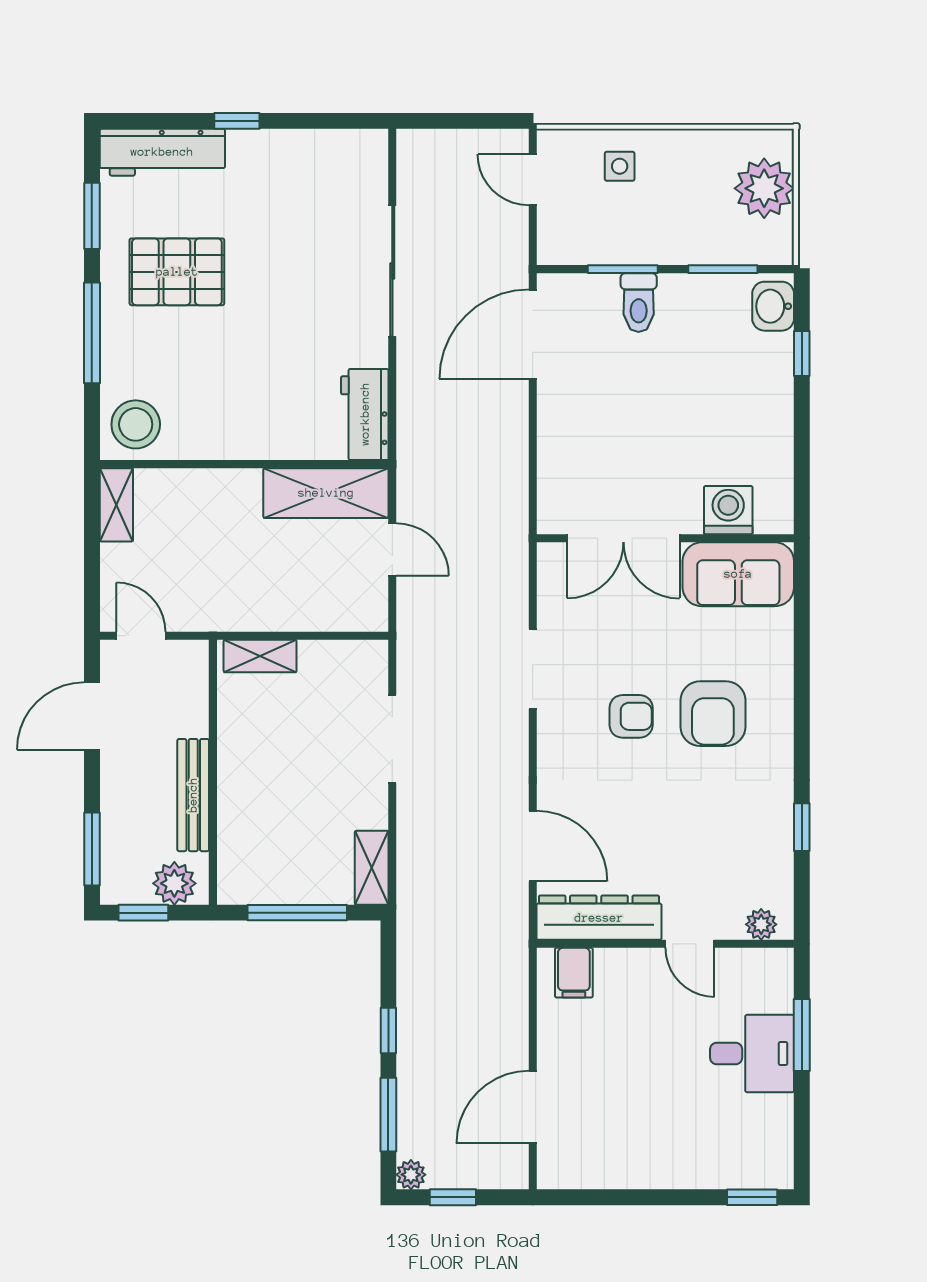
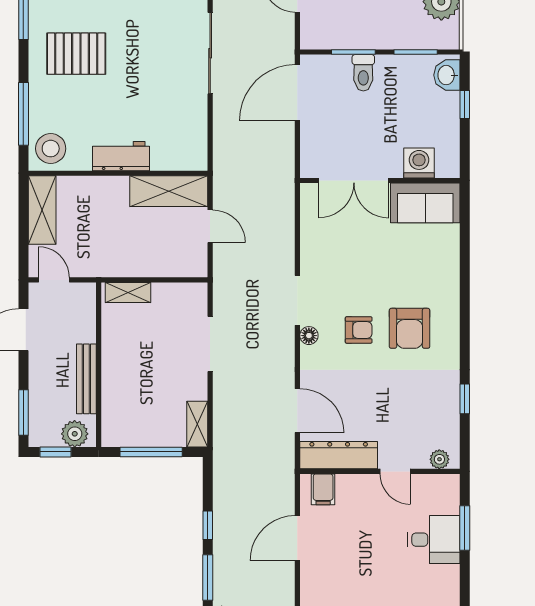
window: (92, 333) -> (23, 114), moved
workbench: (365, 414) -> (121, 156), moved, turned 90
shelving: (116, 505) -> (42, 210), width x1.50, depth x1.33
washing machine: (728, 510) -> (419, 163), moved
double door: (623, 538) -> (354, 180), moved
wall: (665, 538) -> (380, 180), moved
sofa: (738, 574) -> (425, 203), moved
floor lamp: (551, 725) -> (309, 336), added
door: (533, 1107) -> (297, 538), moved

